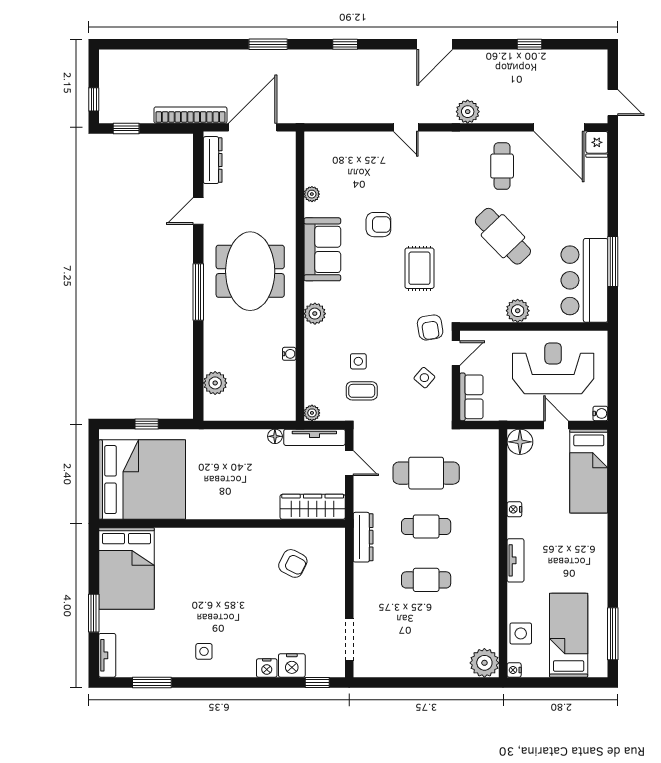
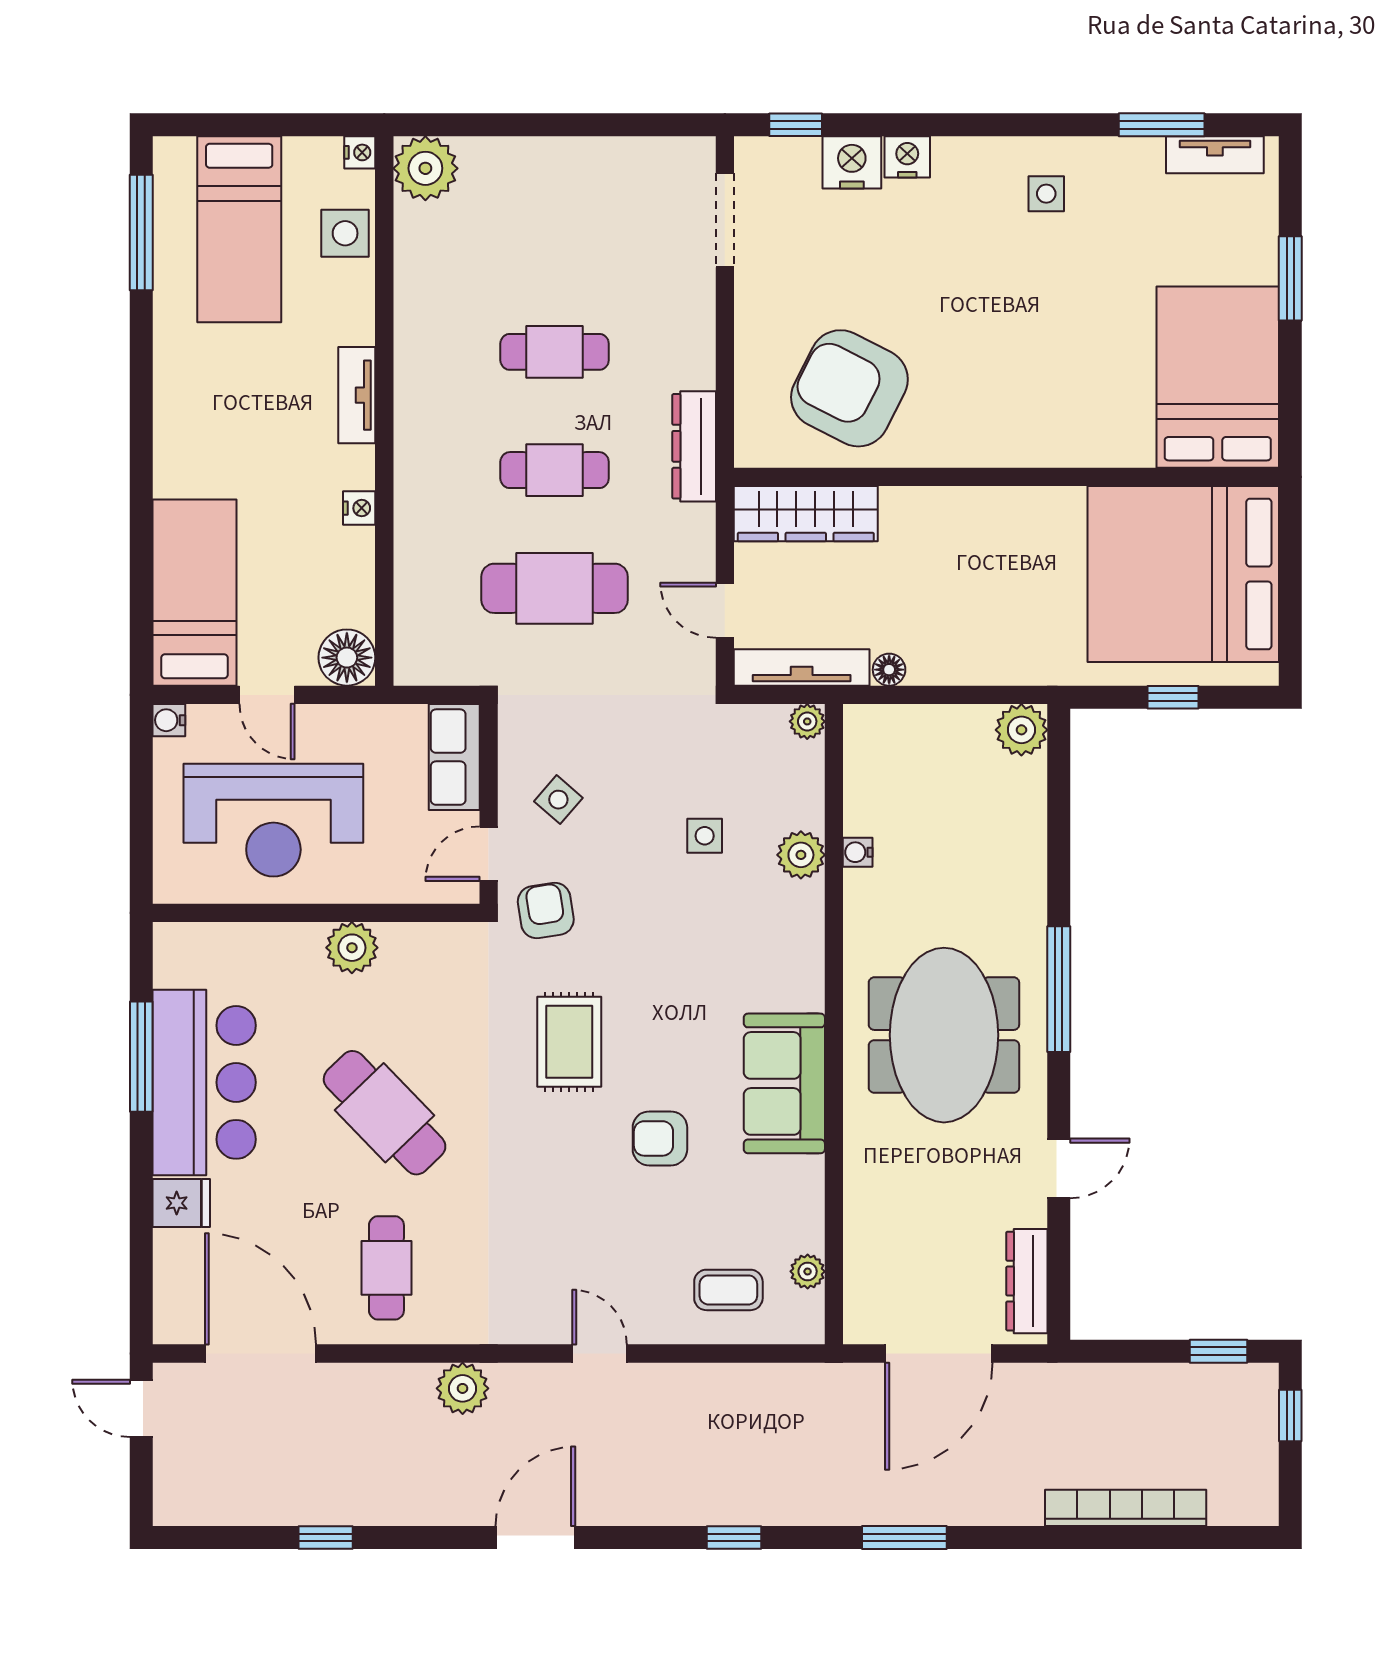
bookcase: (190, 115) -> (1126, 1508), moved, turned 180
fridge: (597, 144) -> (181, 1203), moved, turned 90
plant: (312, 194) -> (808, 1271), moved
bar counter: (584, 280) -> (204, 1082), moved
plant: (315, 314) -> (801, 855), moved
plant: (215, 383) -> (1021, 730), moved
coffee table: (362, 391) -> (728, 1290), moved
armchair: (293, 563) -> (849, 388), width x1.88, depth x1.88
tv unit: (107, 655) -> (1215, 155), moved, turned -90

